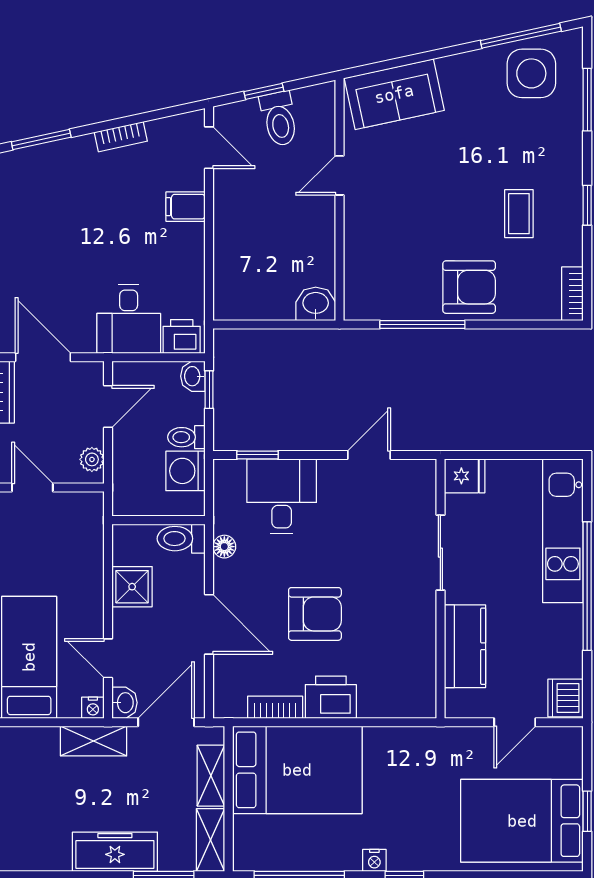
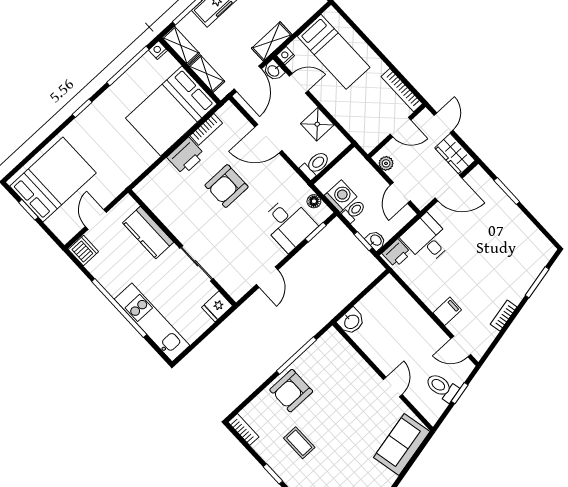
floor lamp: (224, 547) -> (314, 201), moved
nightstand: (374, 860) -> (158, 50), moved

